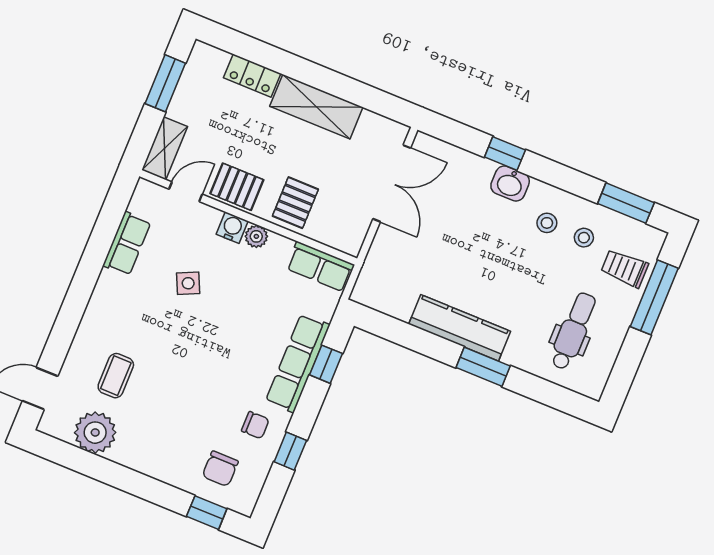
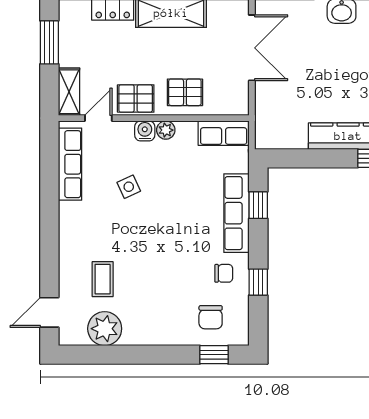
pallet: (295, 203) -> (185, 92), turned 90
row of seats: (127, 244) -> (70, 164), width x1.48

